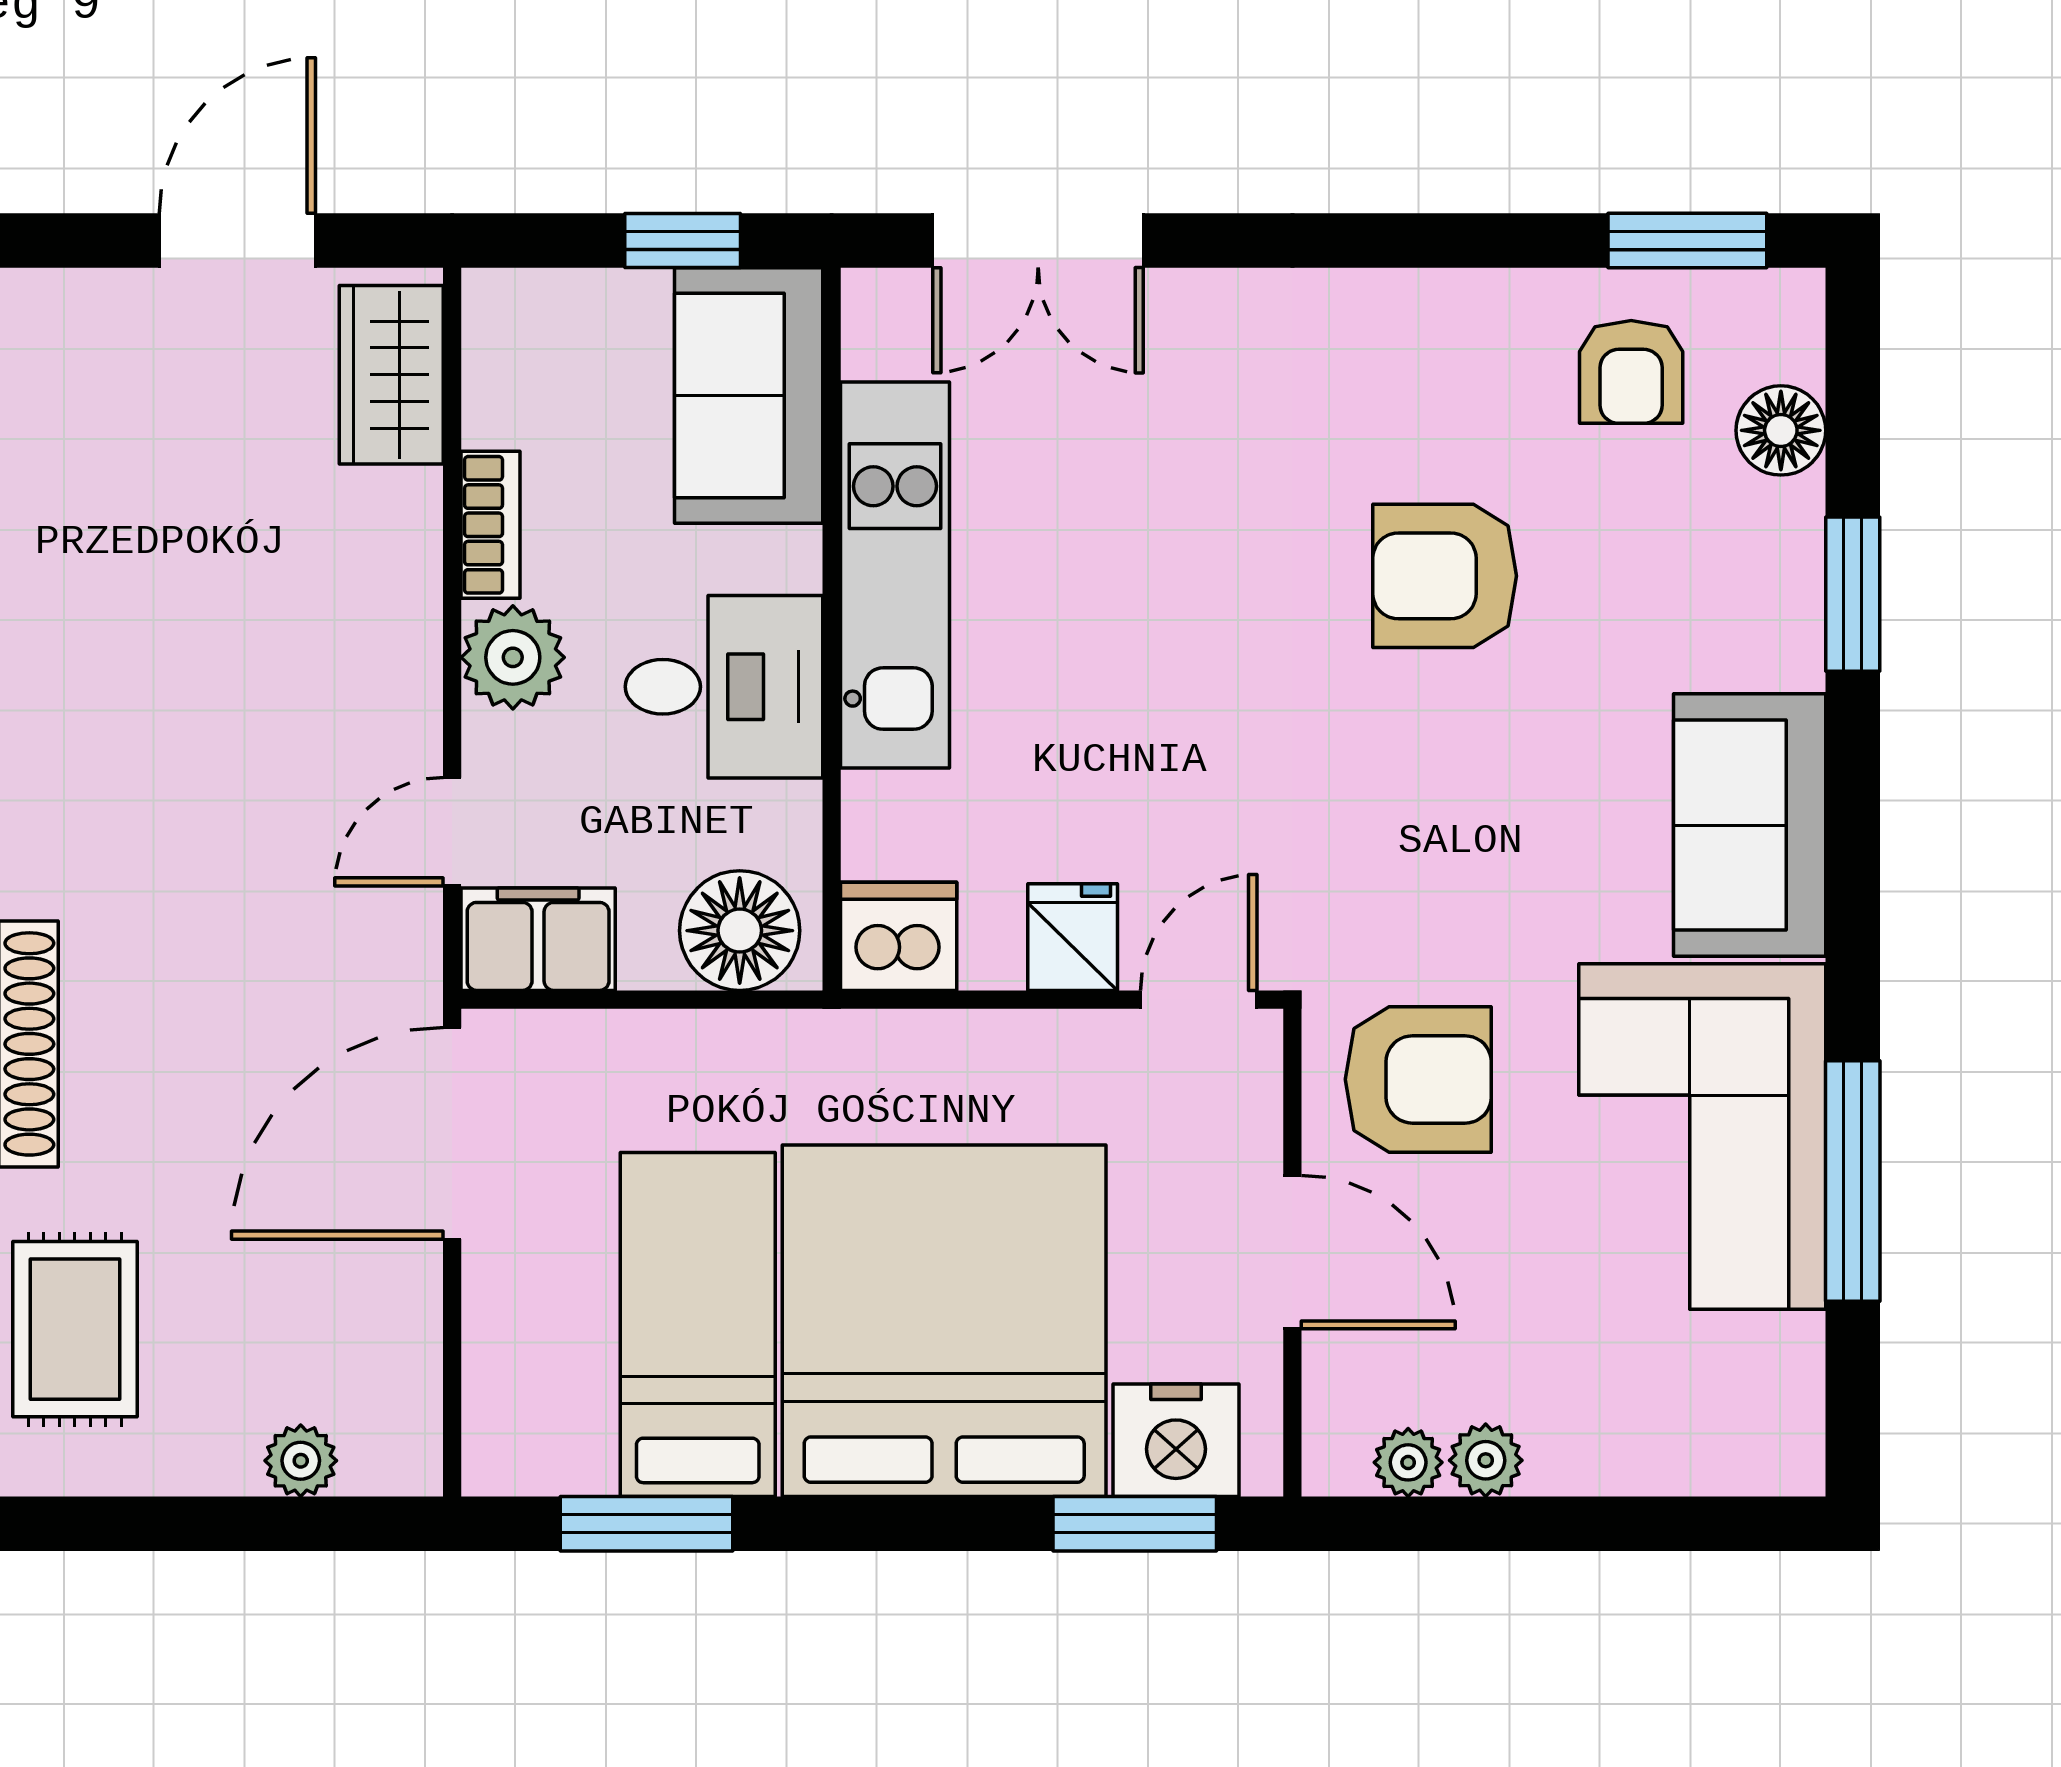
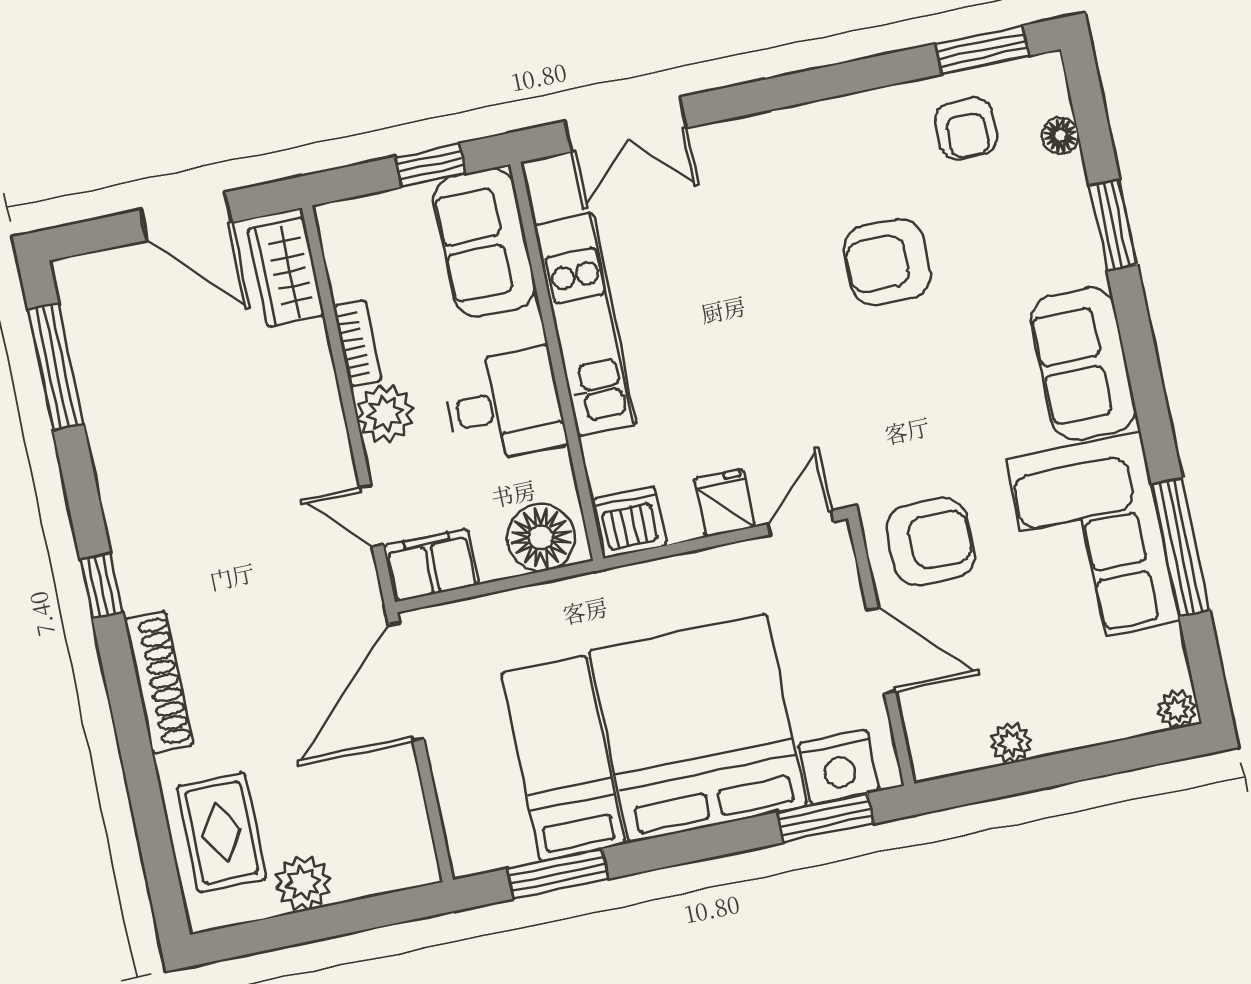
door: (237, 241) -> (186, 216), swing flipped
floor lamp: (1781, 430) -> (1060, 135), width x0.73, depth x0.73
door: (452, 832) -> (372, 516), hinge flipped
plant: (301, 1461) -> (303, 883), moved, width x1.38, depth x1.38
plant: (1408, 1462) -> (1177, 709), moved

